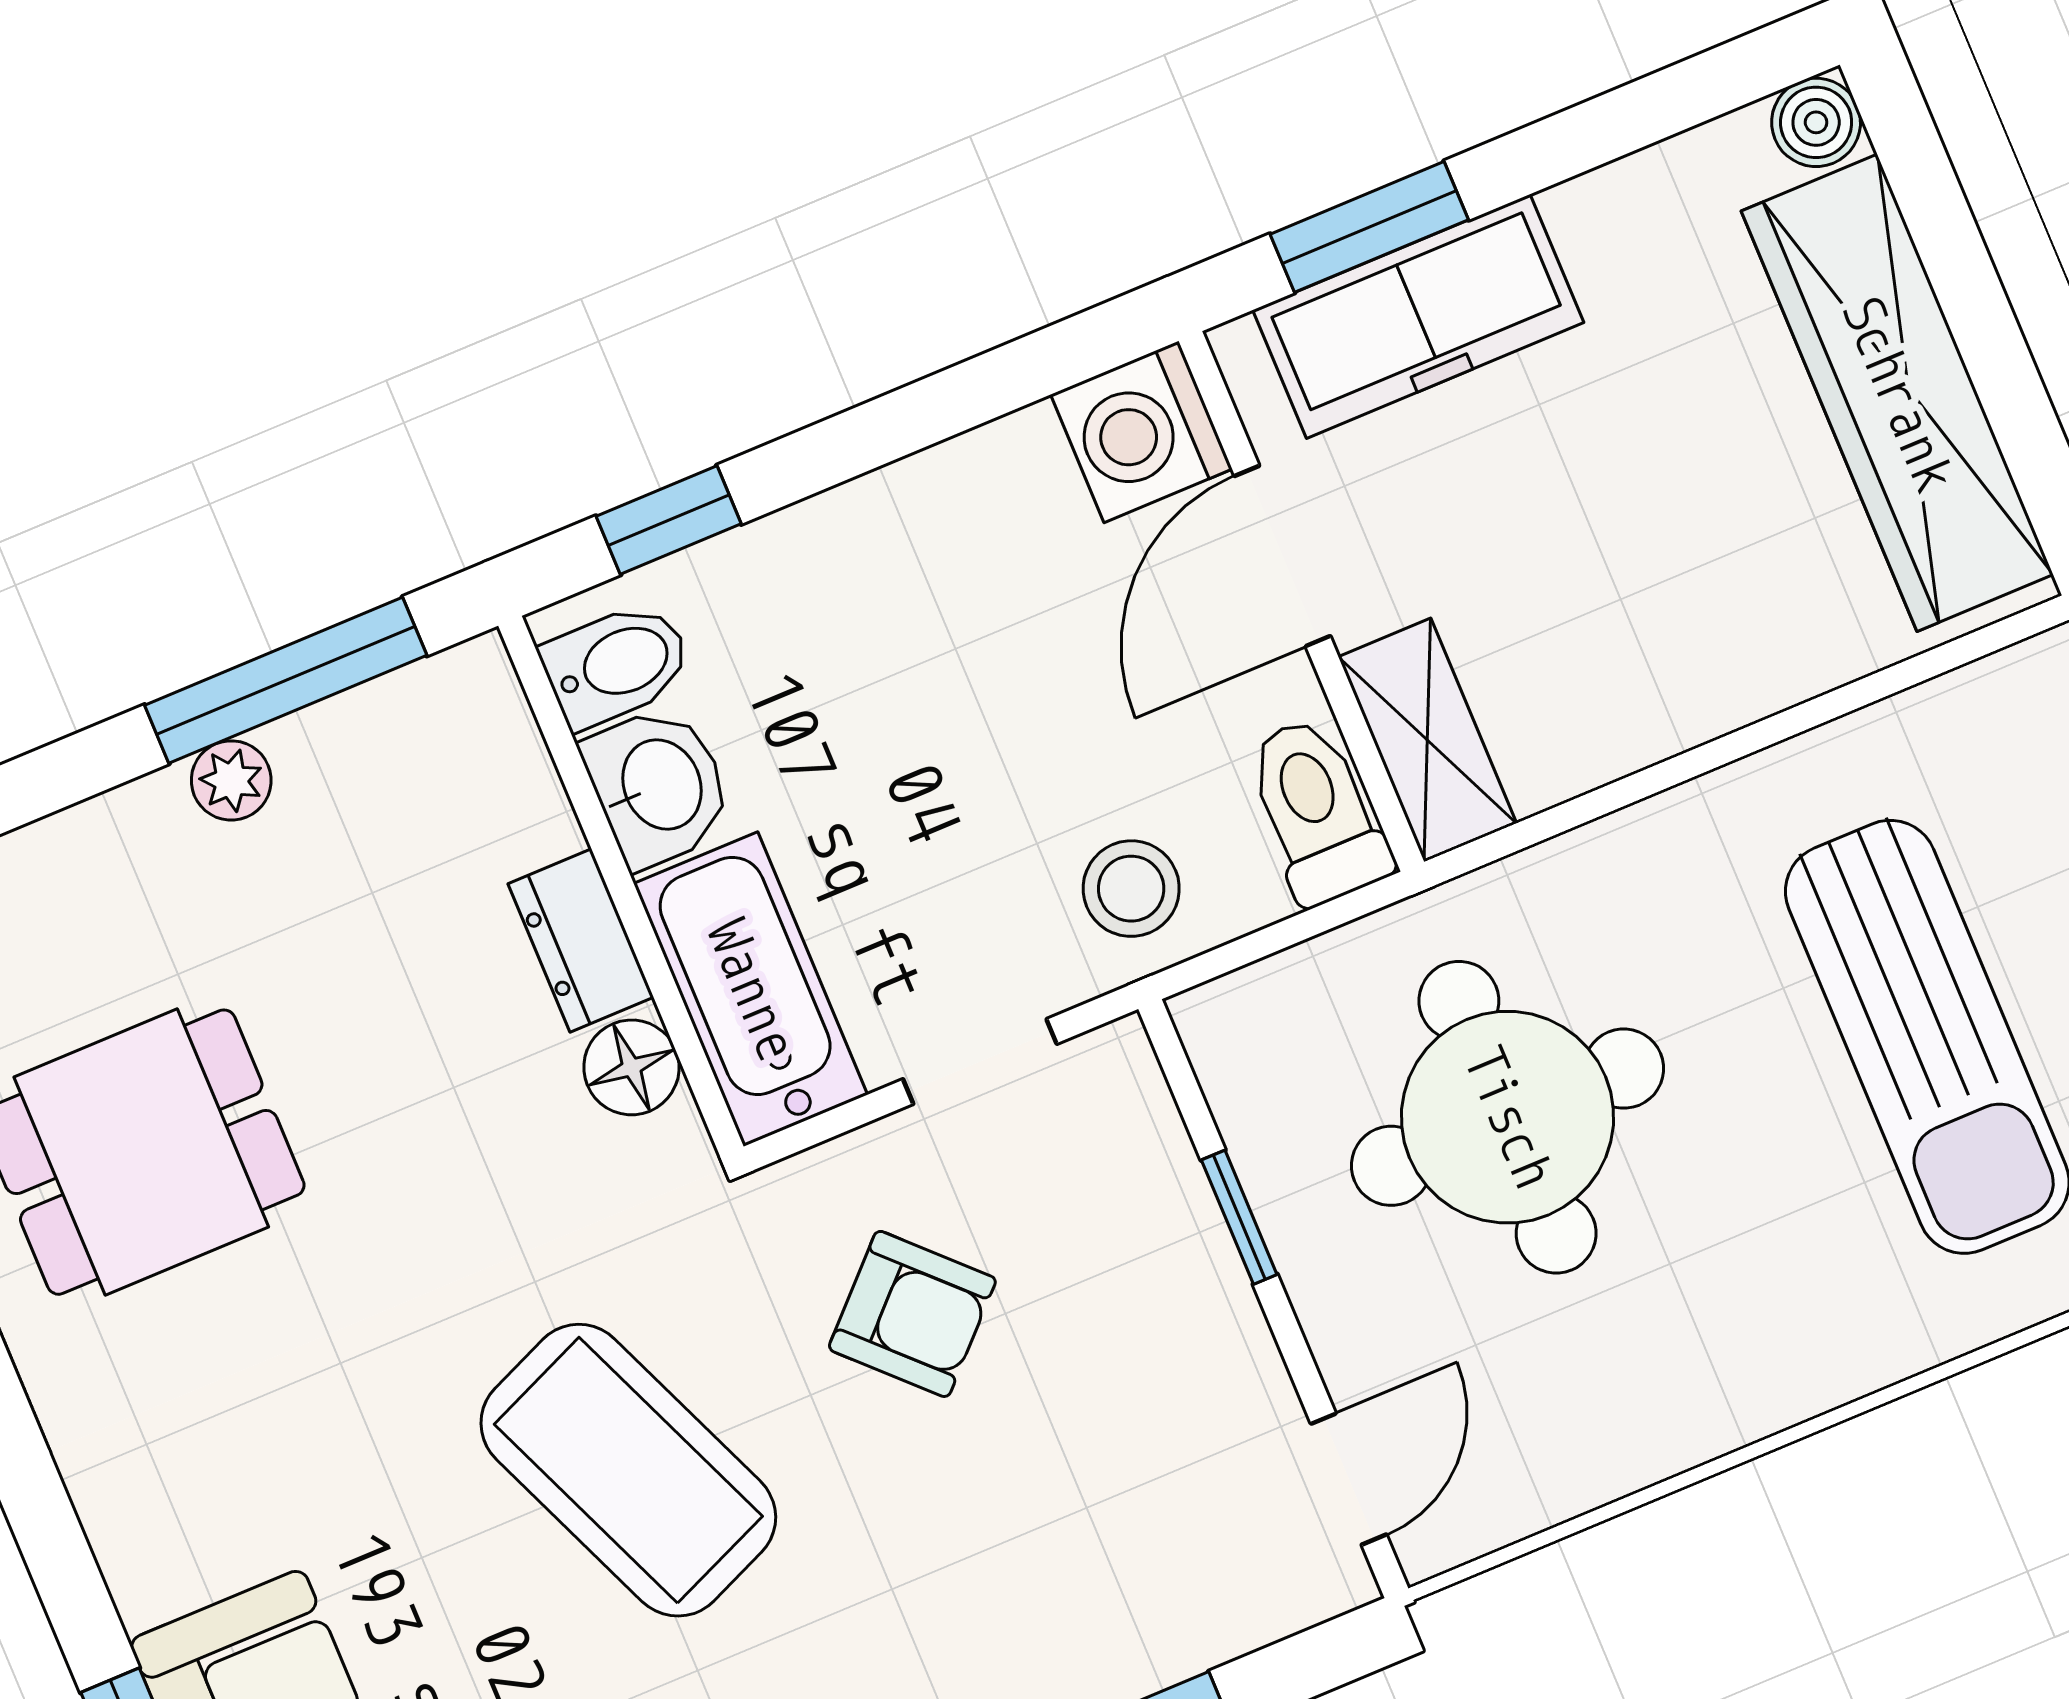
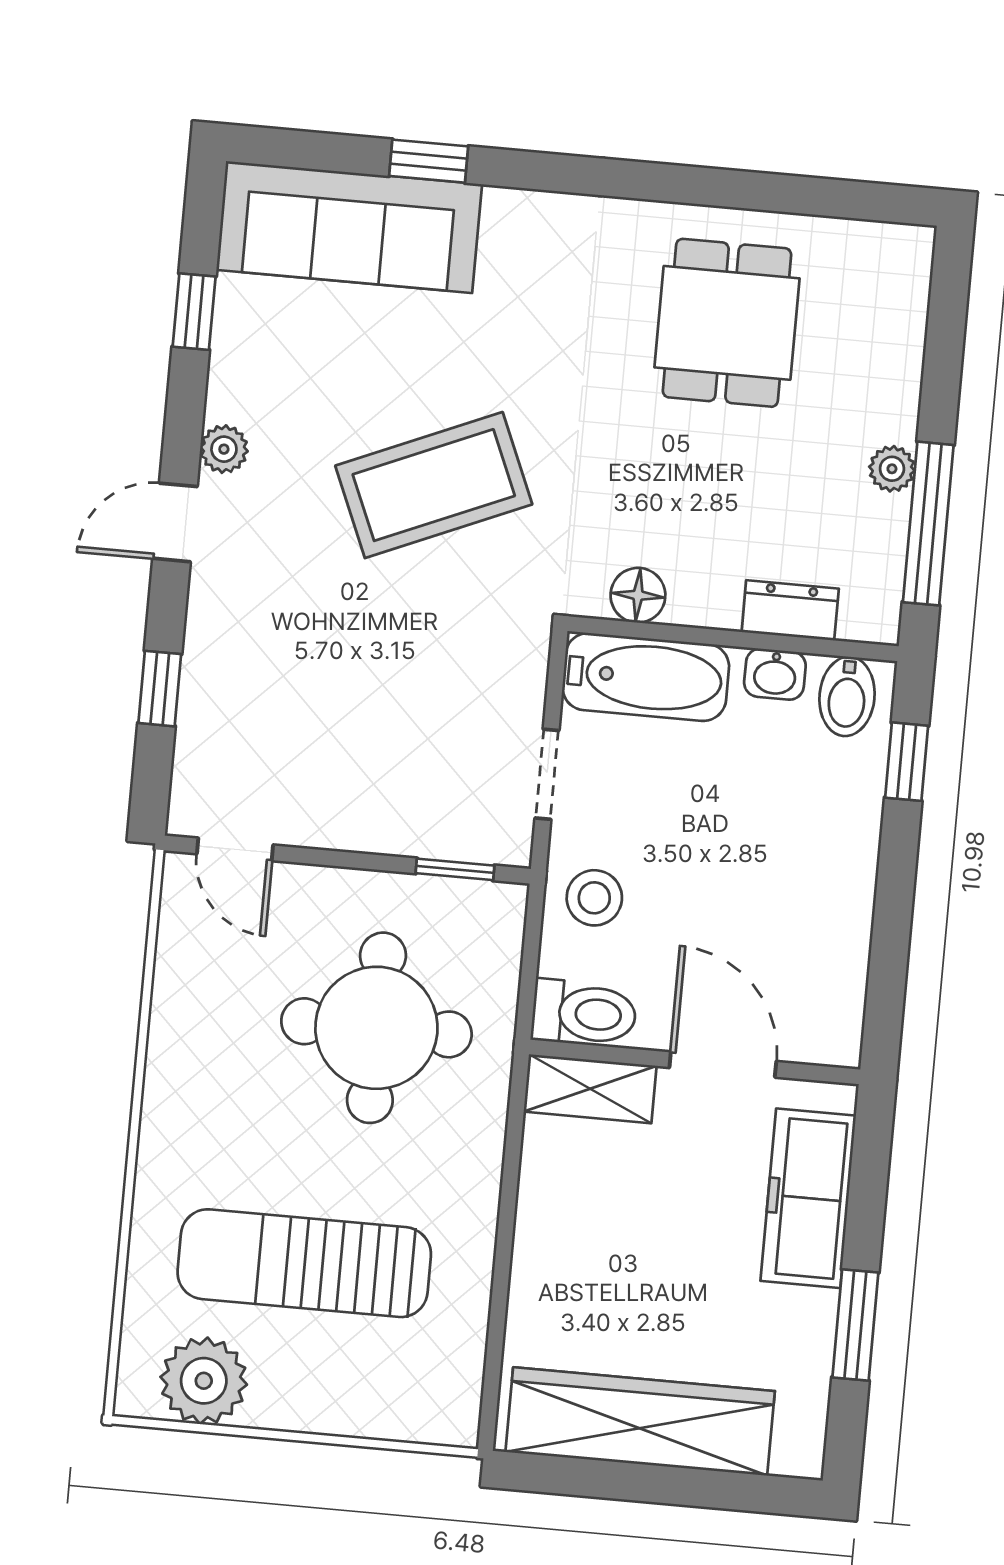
boiler: (1816, 122) -> (800, 1453), removed
window: (1369, 227) -> (855, 1325), moved
washing machine: (1141, 432) -> (824, 1026), removed
washbasin: (659, 786) -> (775, 674), width x0.72, depth x0.69
dresser: (581, 940) -> (790, 610), moved
window: (1239, 1217) -> (455, 869), moved
armchair: (912, 1314) -> (437, 672), removed

